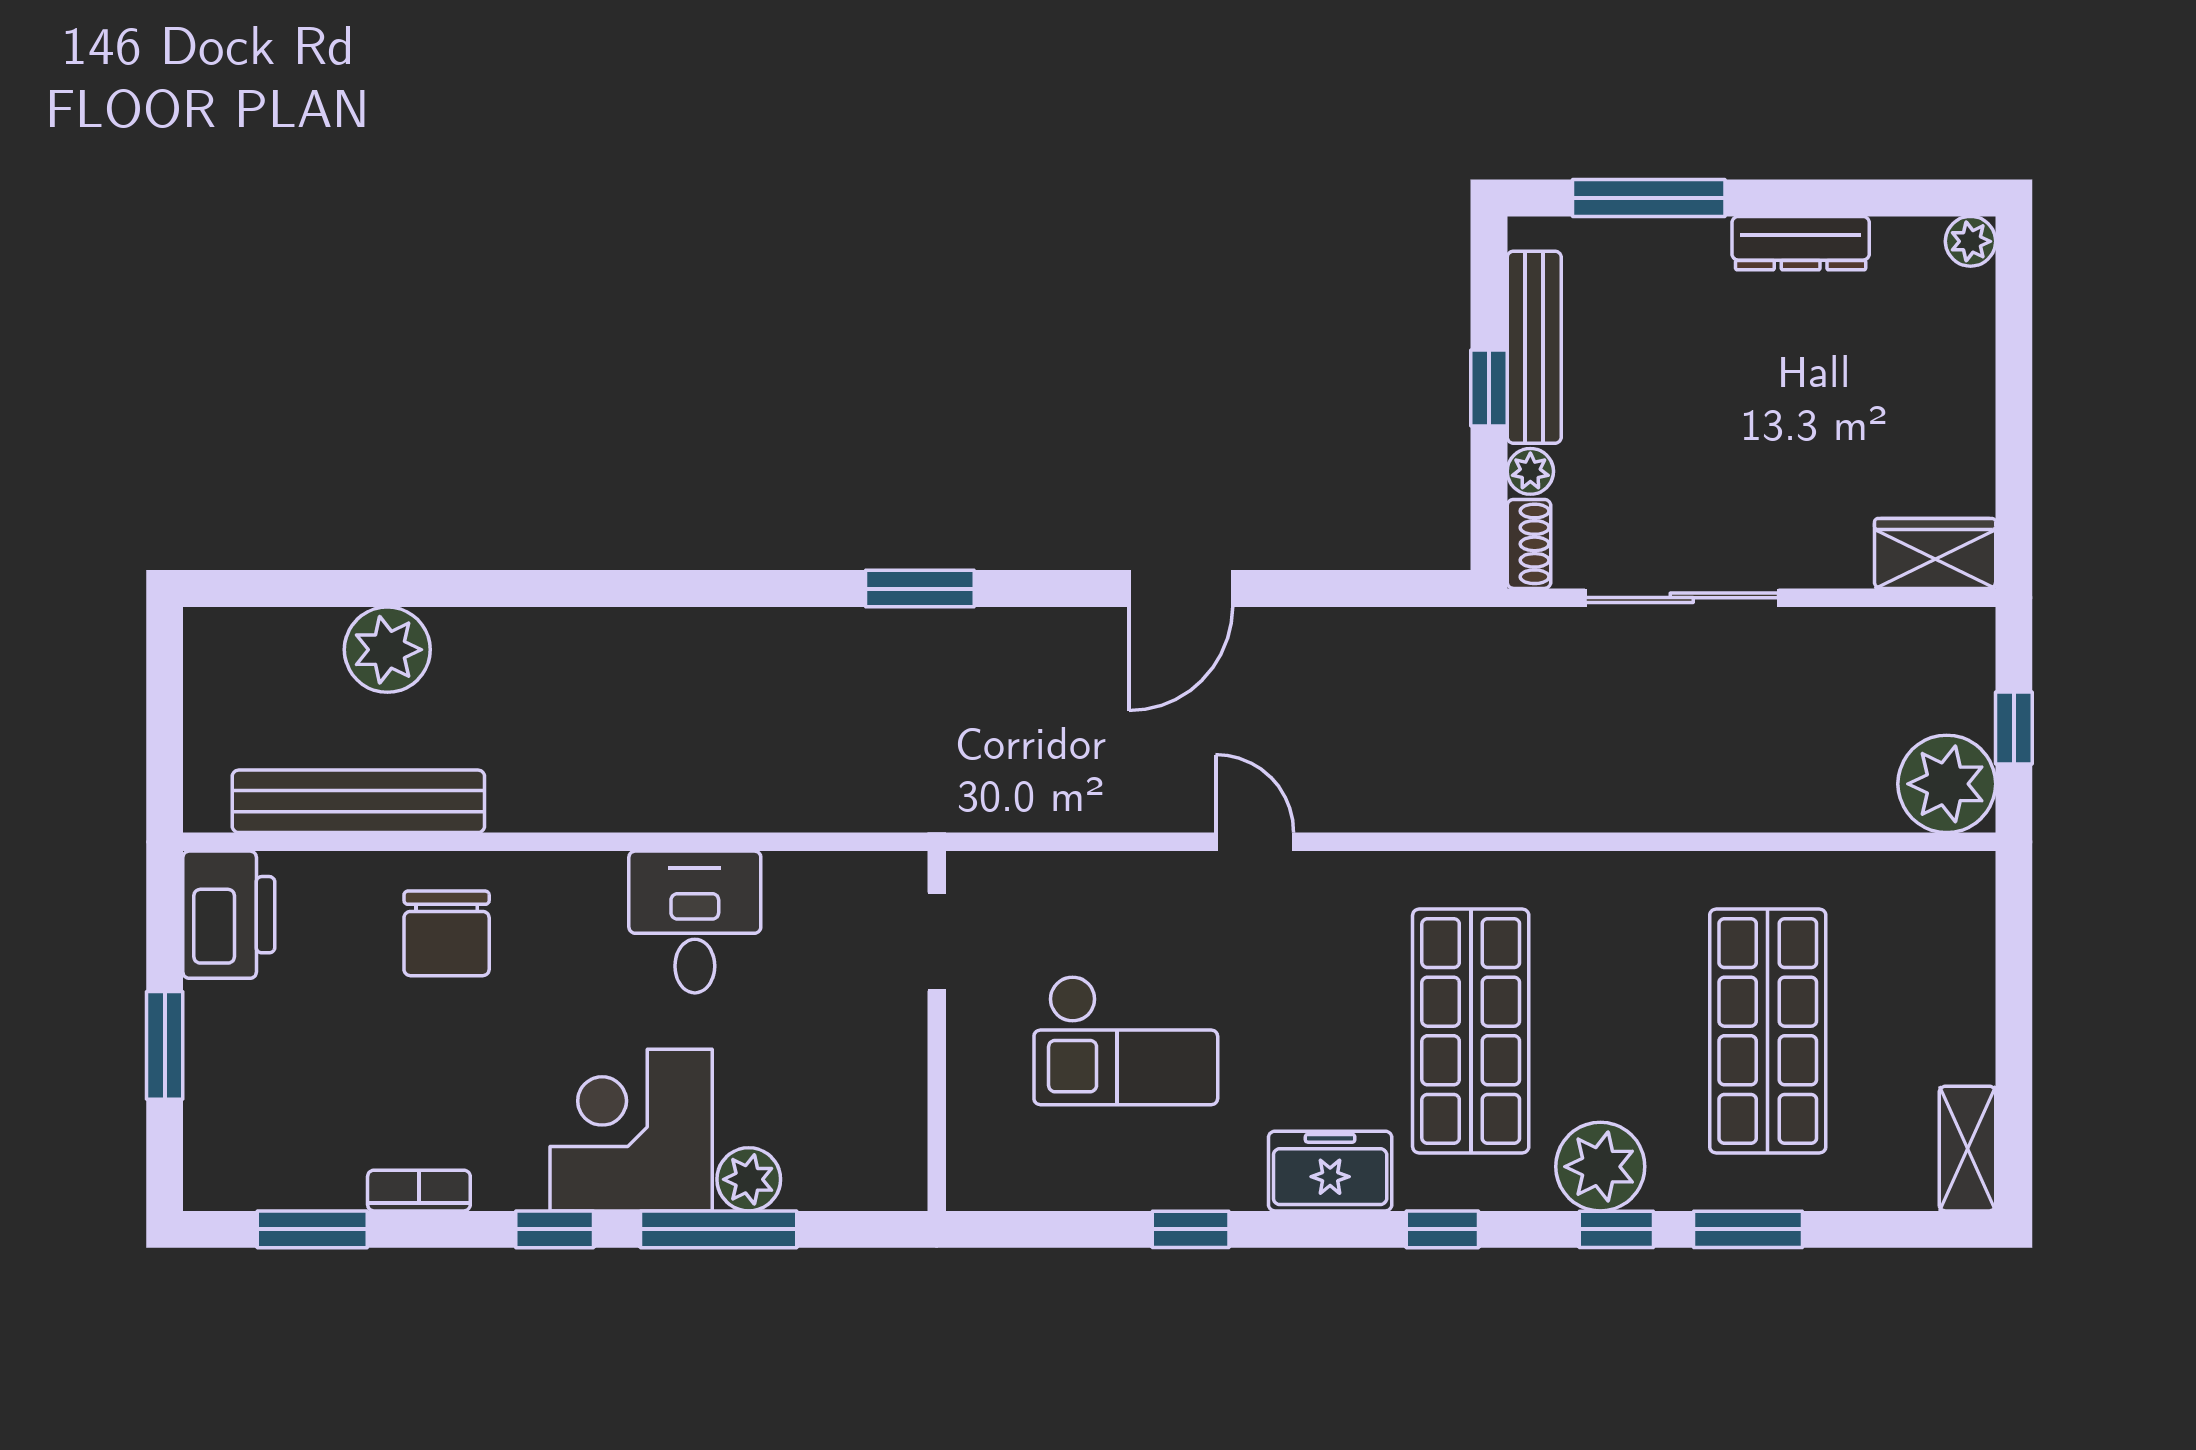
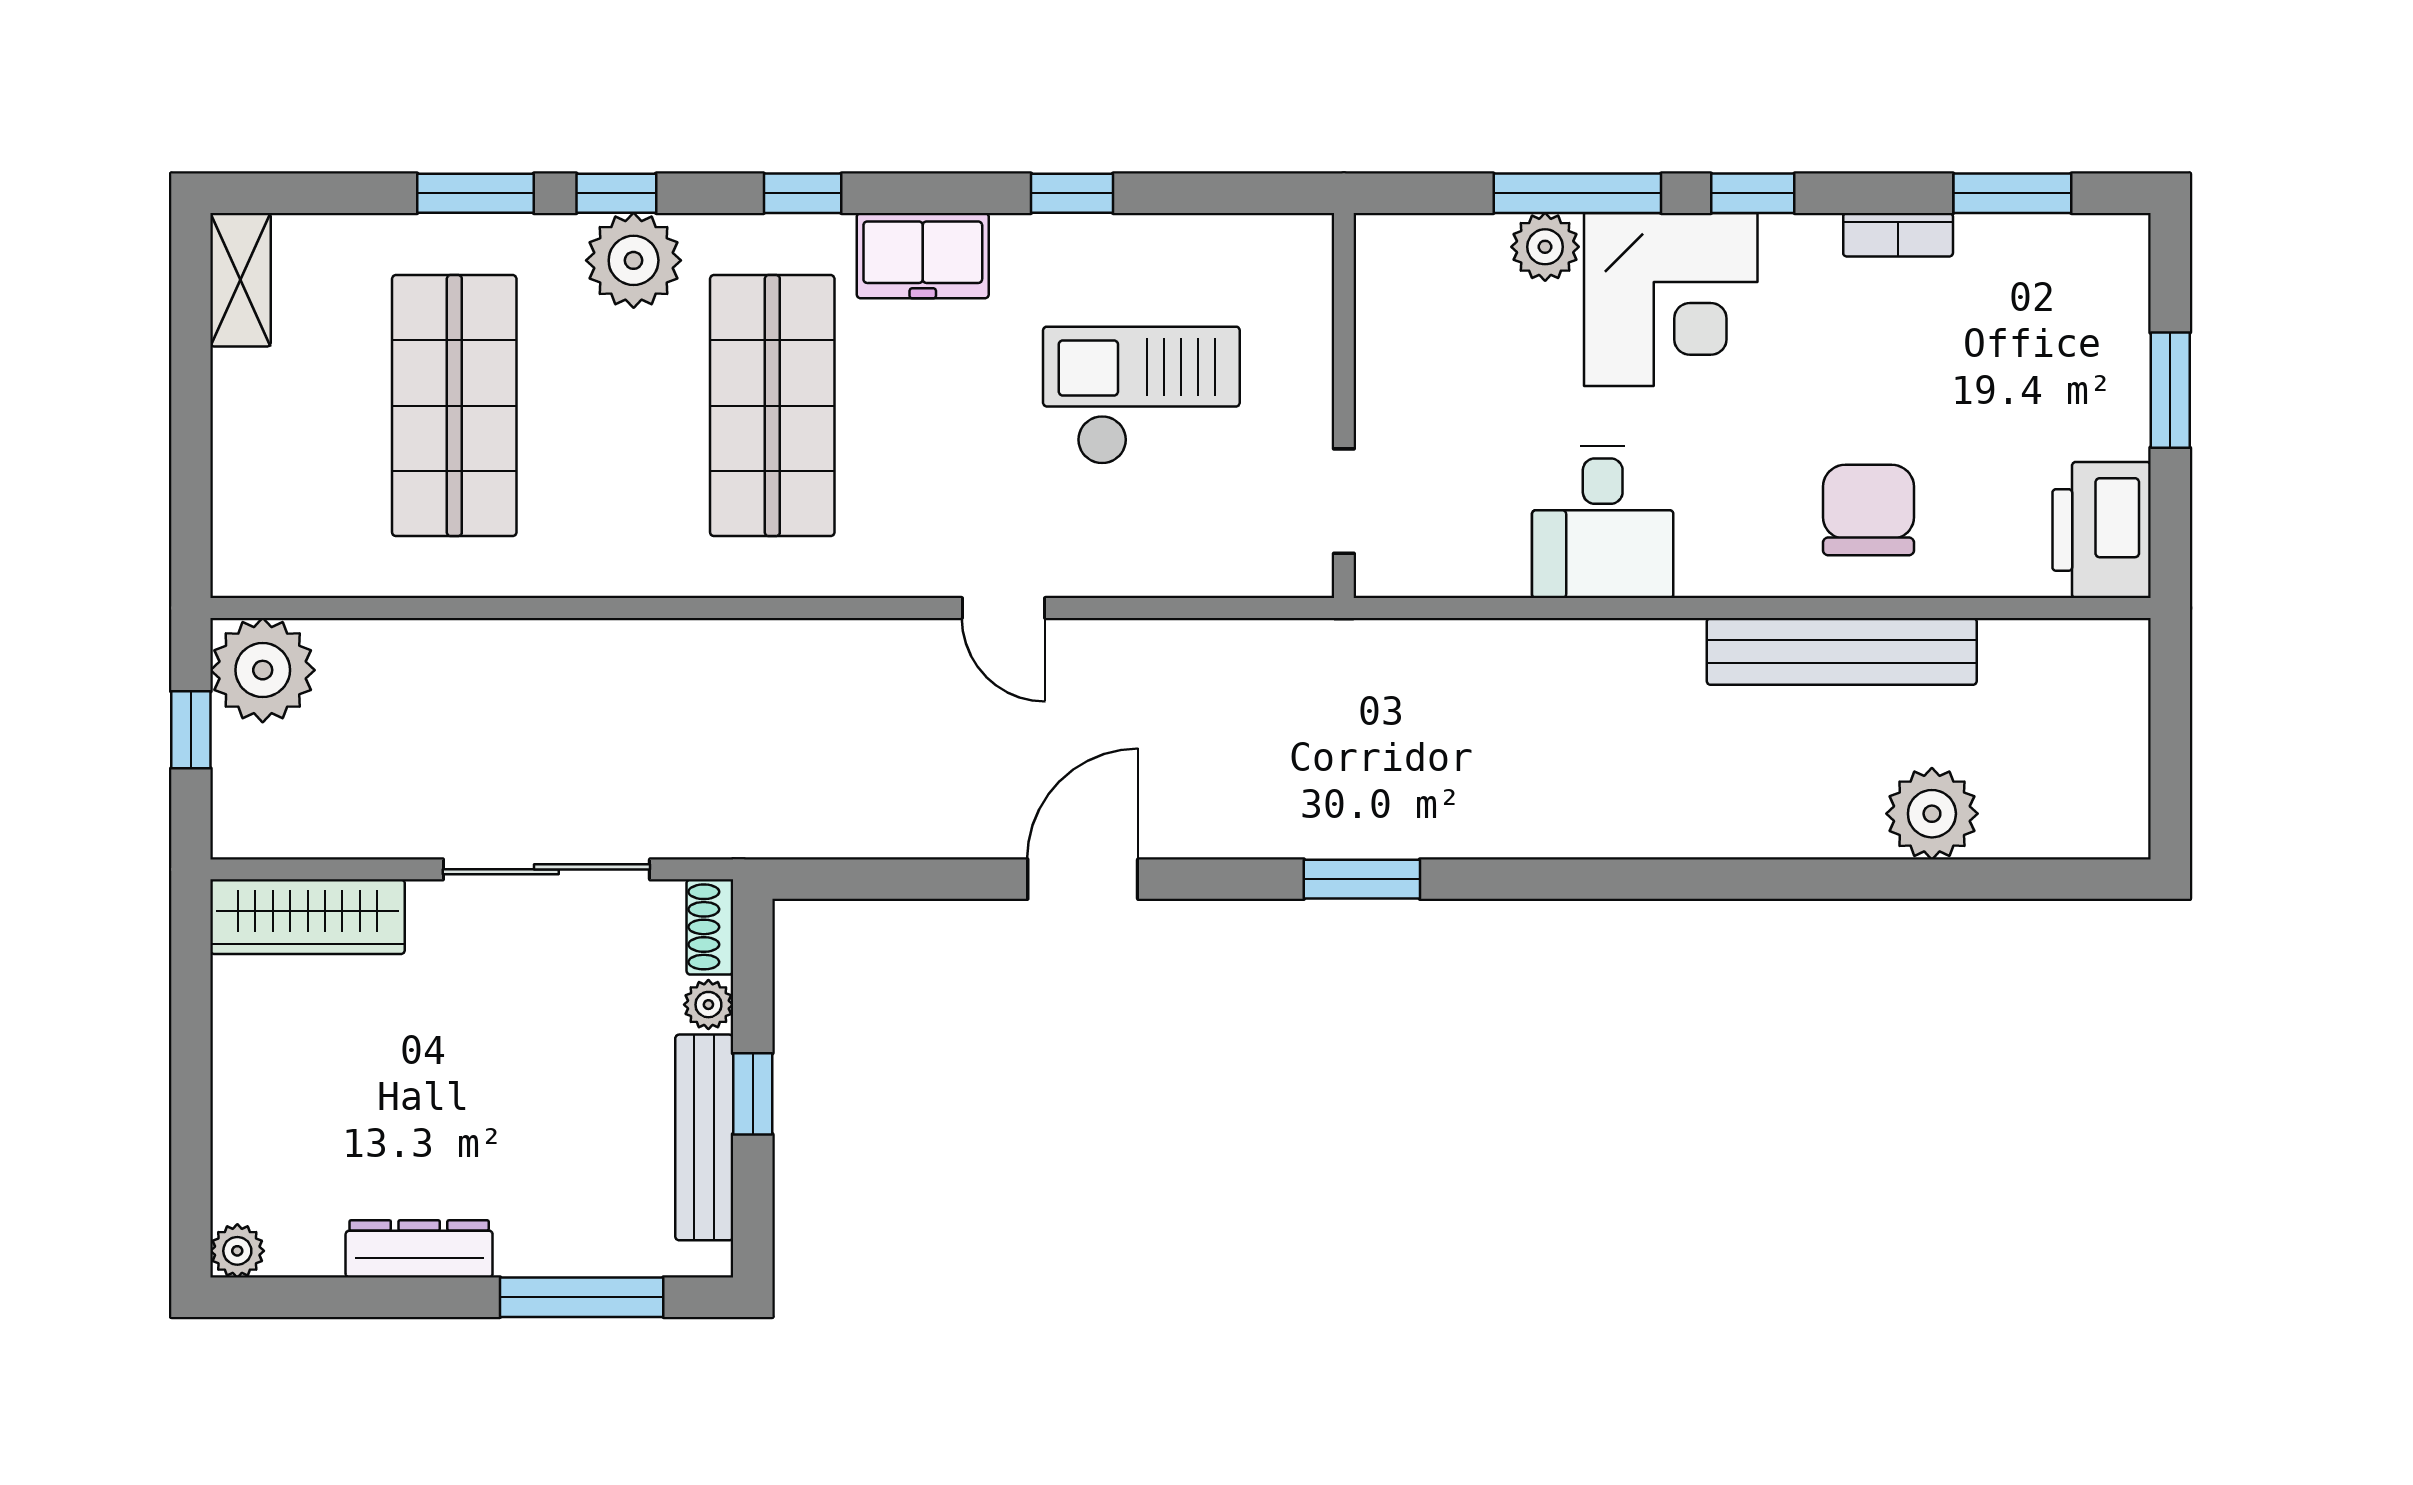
wardrobe: (1935, 553) -> (308, 917), width x1.50
bench: (358, 801) -> (1842, 651), moved

